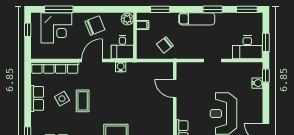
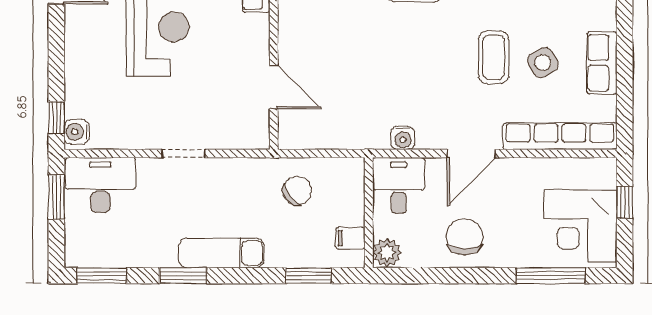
chair: (95, 26) -> (464, 237), turned 112
corner desk: (56, 28) -> (580, 226), moved, turned -90
window: (28, 30) -> (625, 202), moved
water cooler: (257, 83) -> (77, 132), moved

